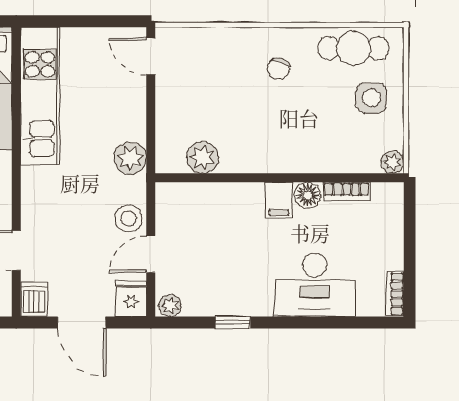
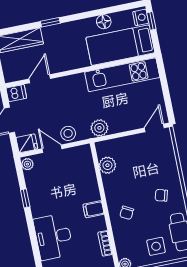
chair: (298, 140) -> (127, 213), added
floor lamp: (308, 195) -> (99, 224), removed

